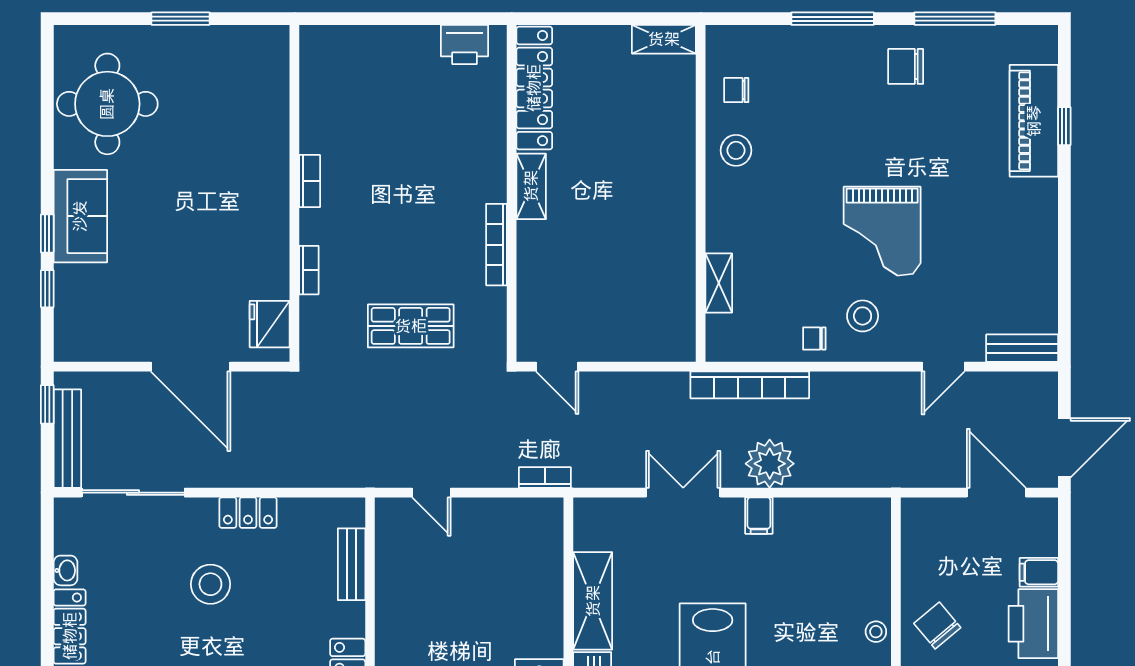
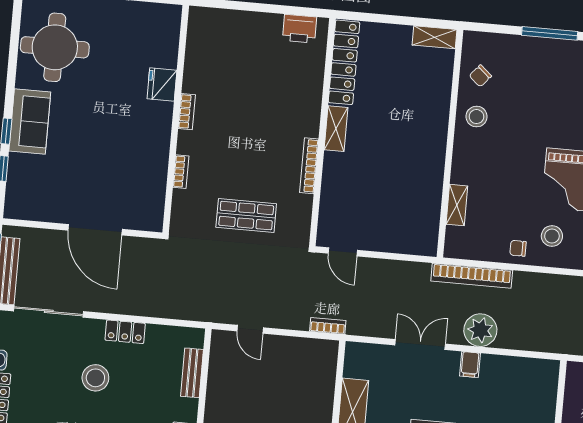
chair: (736, 90) -> (480, 76), turned -49
fridge: (270, 324) -> (162, 85), moved

